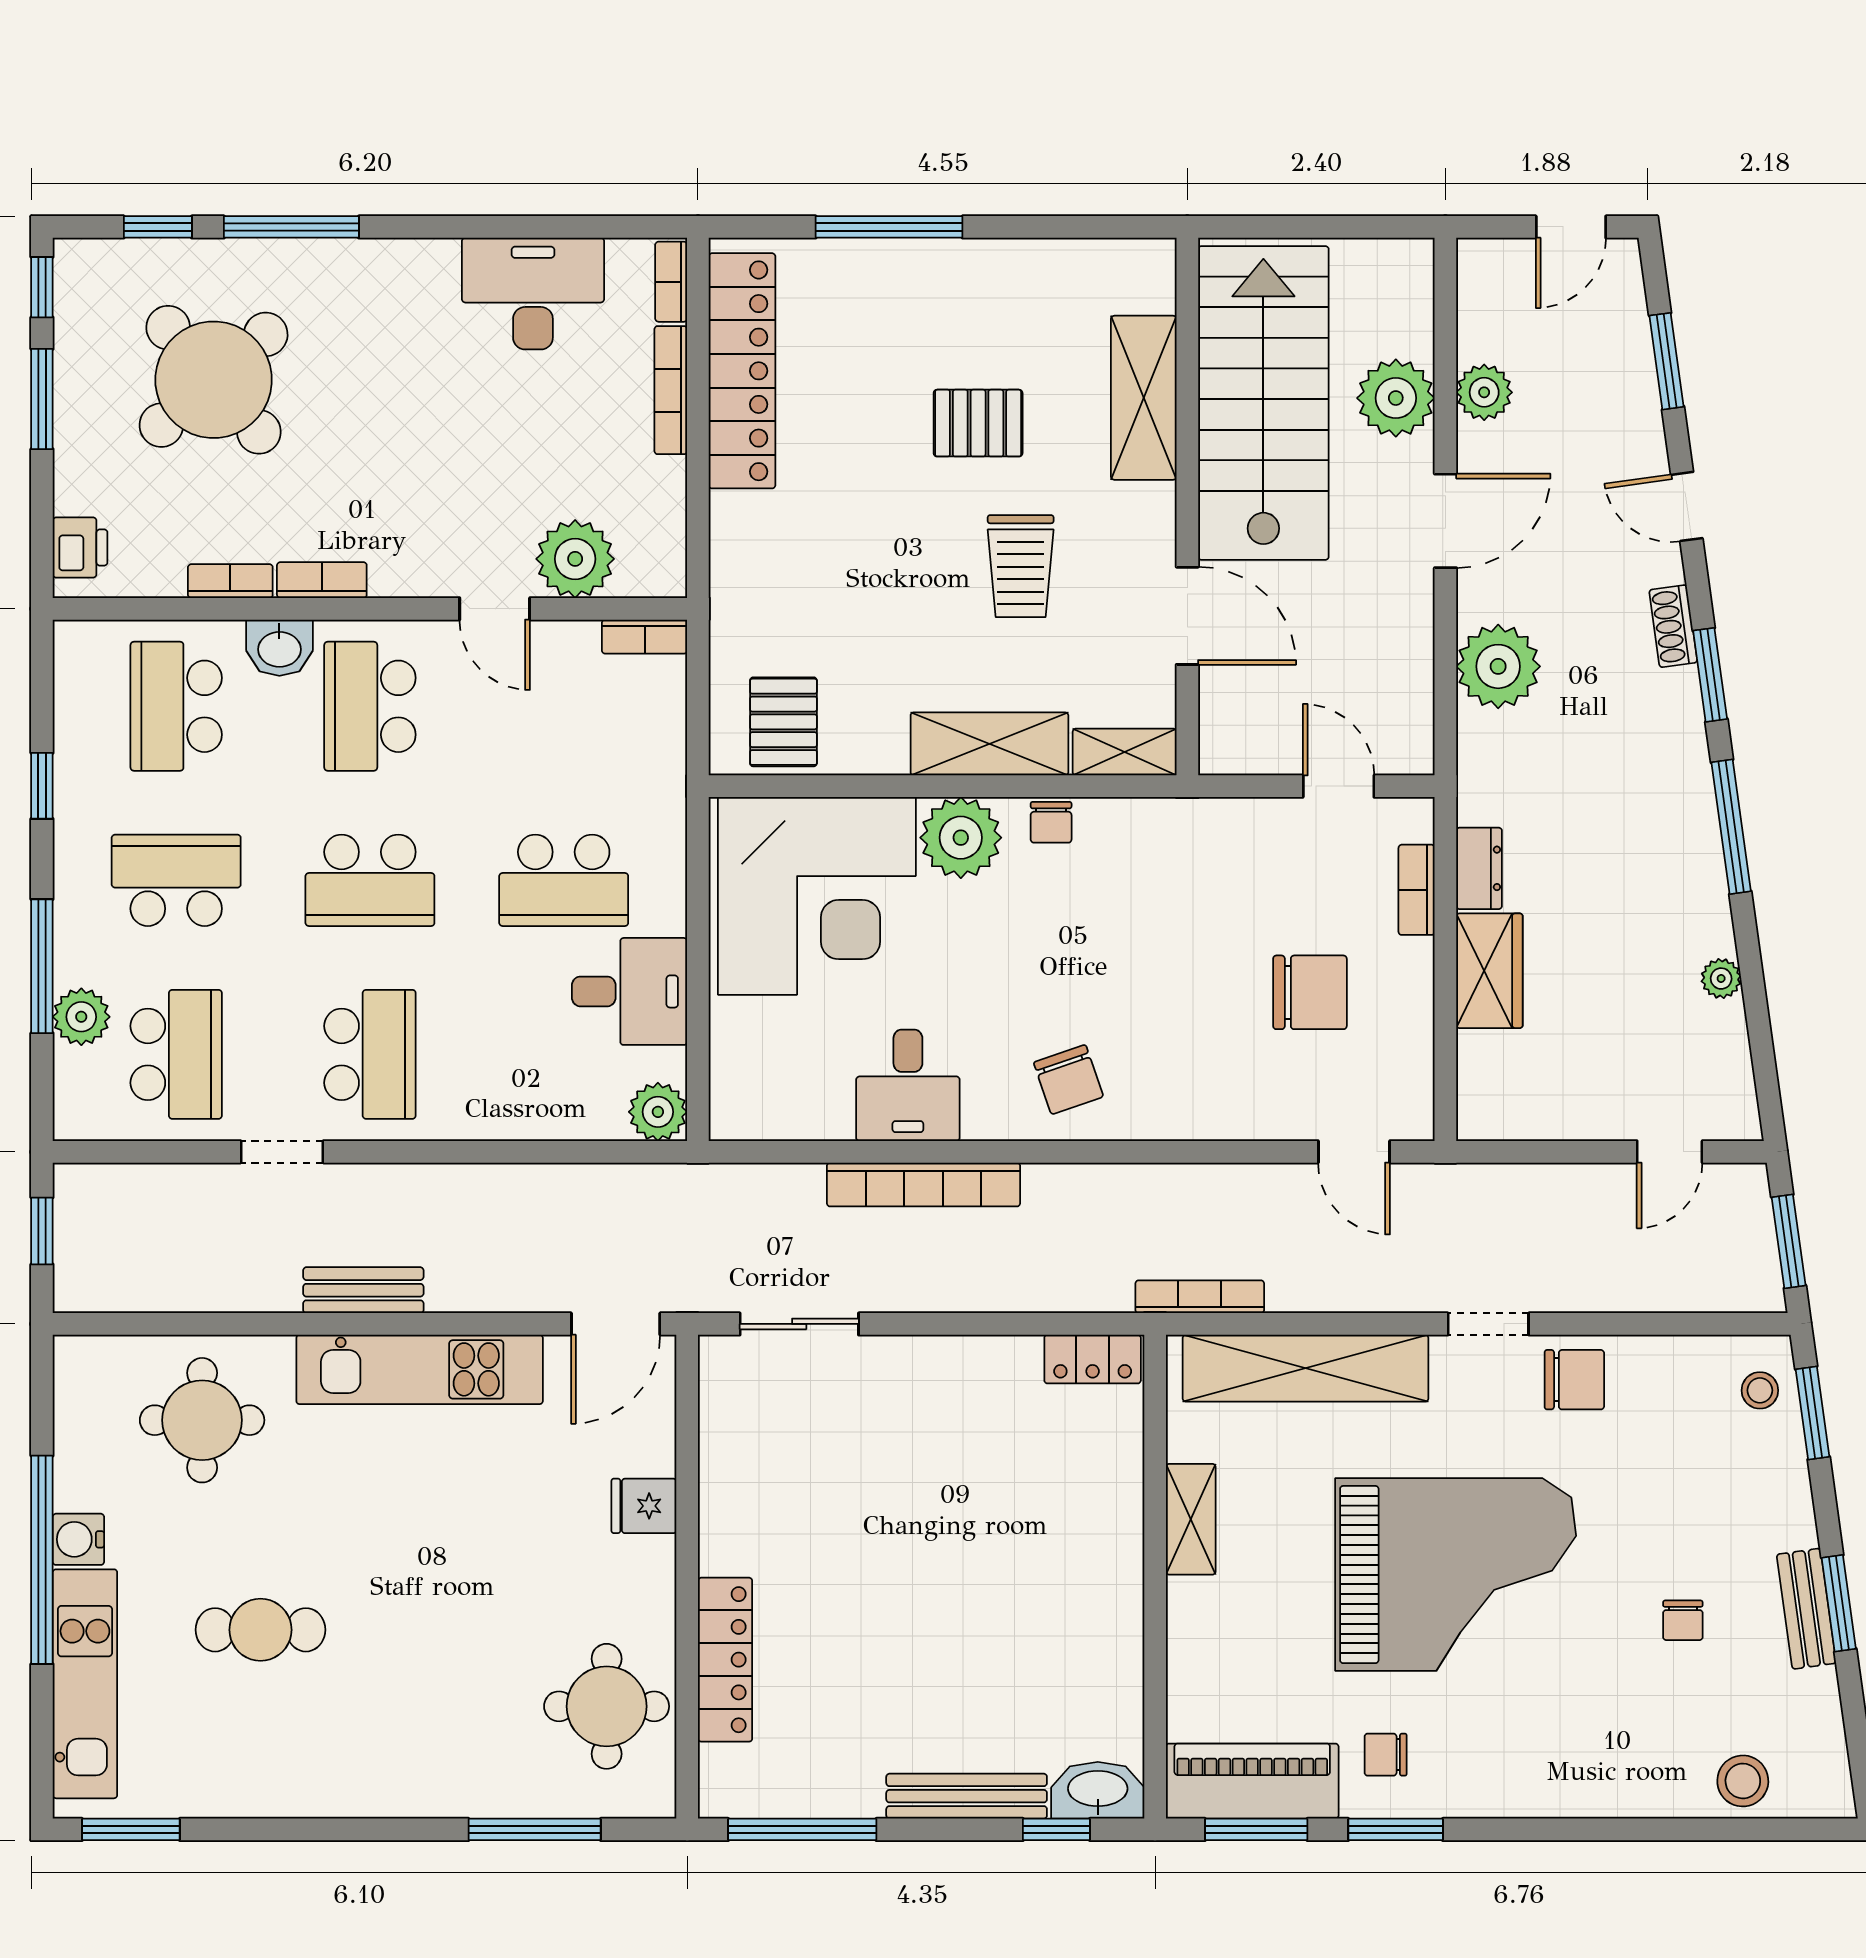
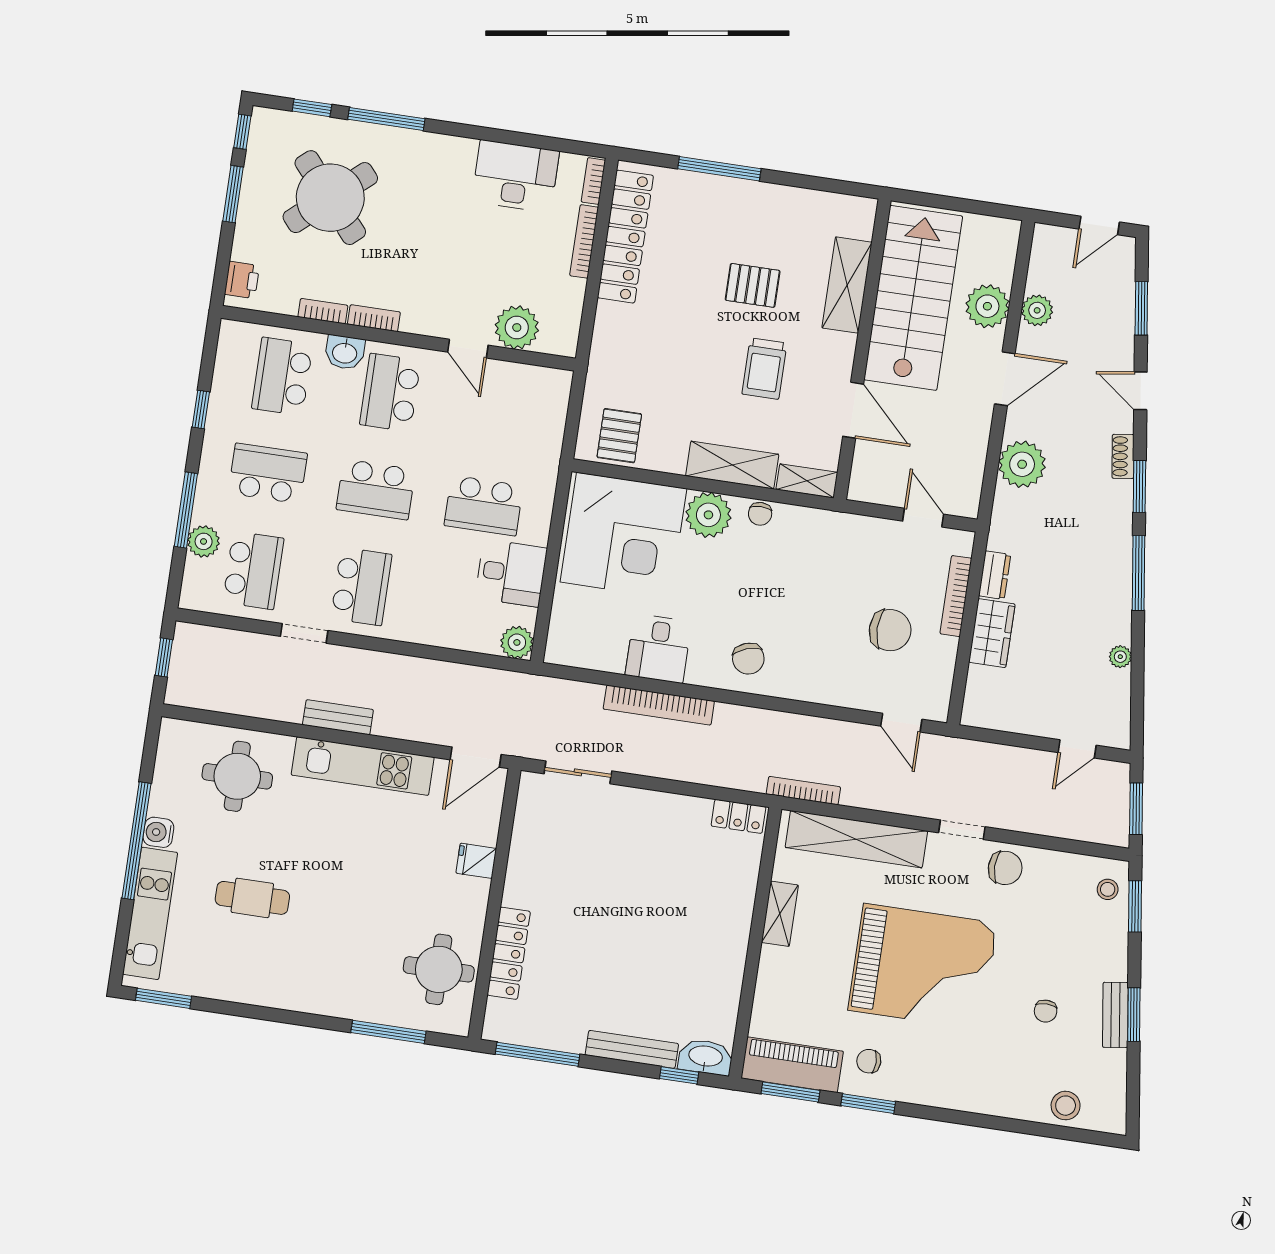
bookcase: (645, 637) -> (549, 377), removed
bookcase: (1417, 890) -> (956, 596), width x1.56

